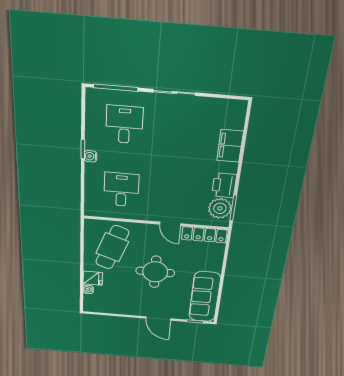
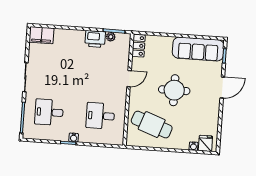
filing cabinet: (230, 146) -> (41, 35), moved
plant: (220, 208) -> (111, 37), width x0.53, depth x0.53
locker: (204, 235) -> (139, 46), width x0.66
fridge: (93, 278) -> (205, 143), moved

